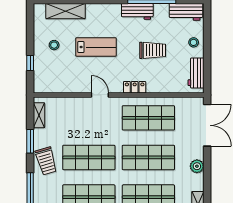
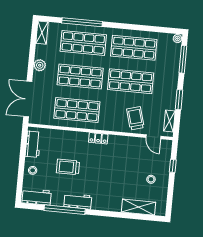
lab bench: (96, 47) -> (116, 174), removed
locker: (135, 87) -> (98, 138), moved
door: (100, 95) -> (153, 137), moved
trolley: (46, 161) -> (135, 118), moved

